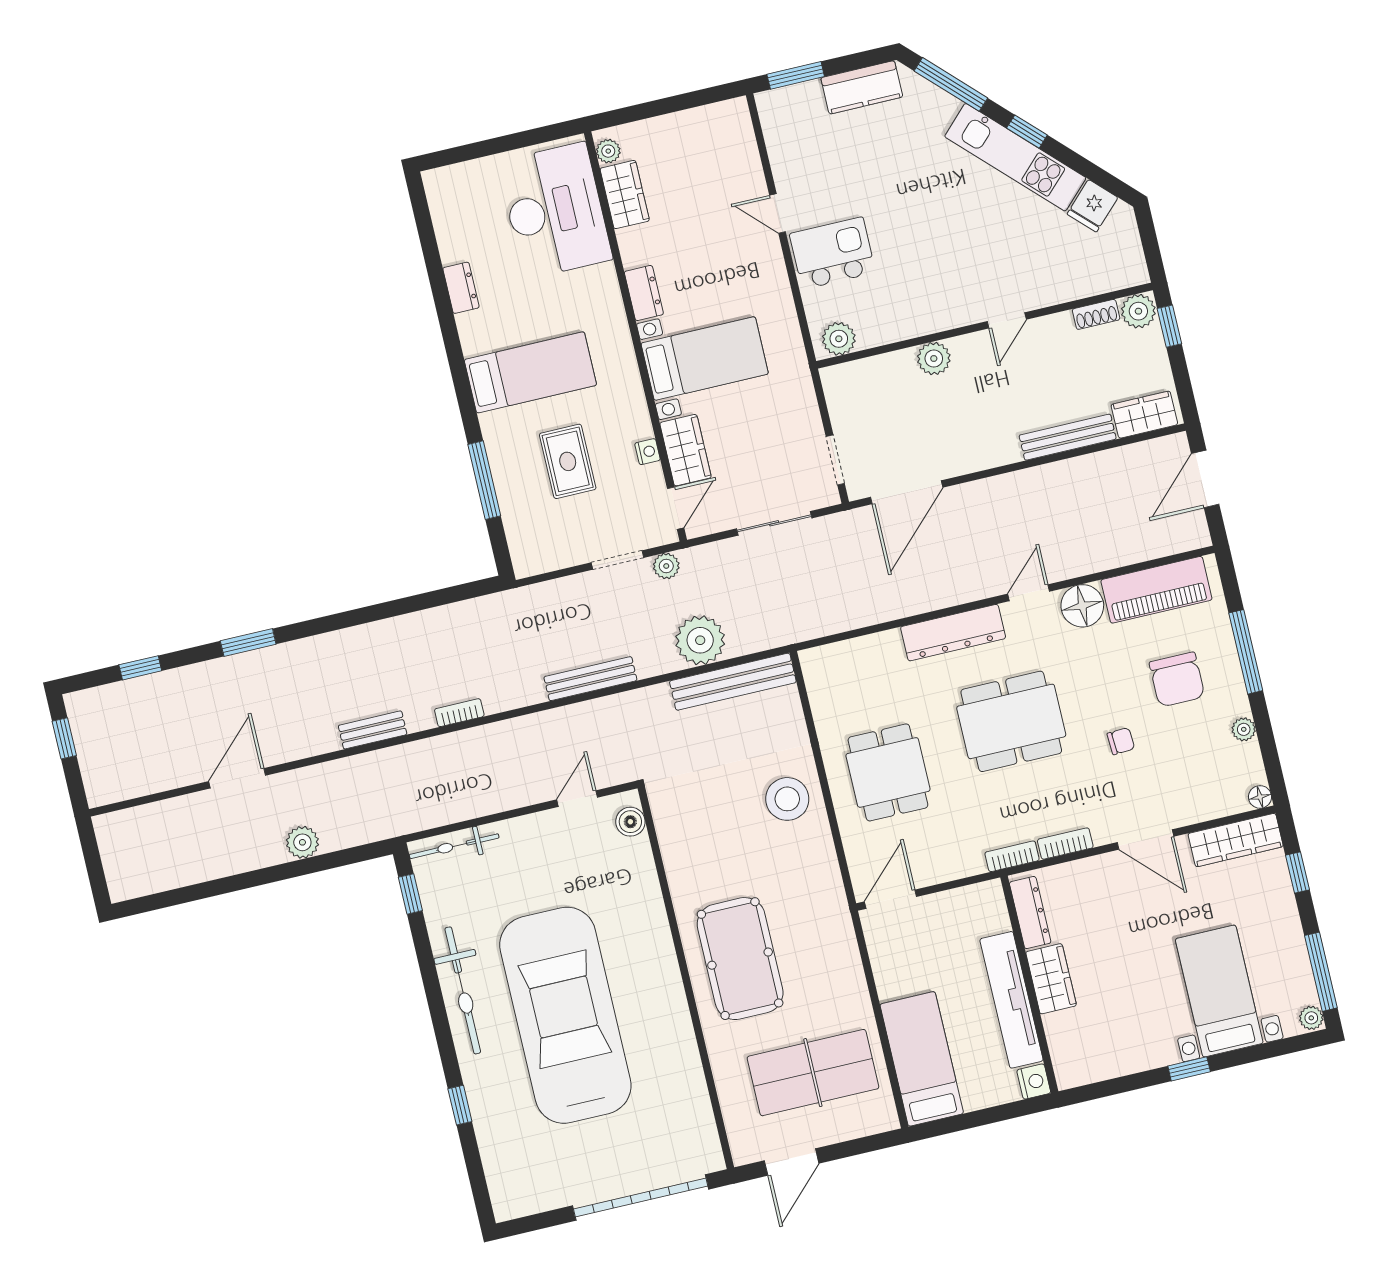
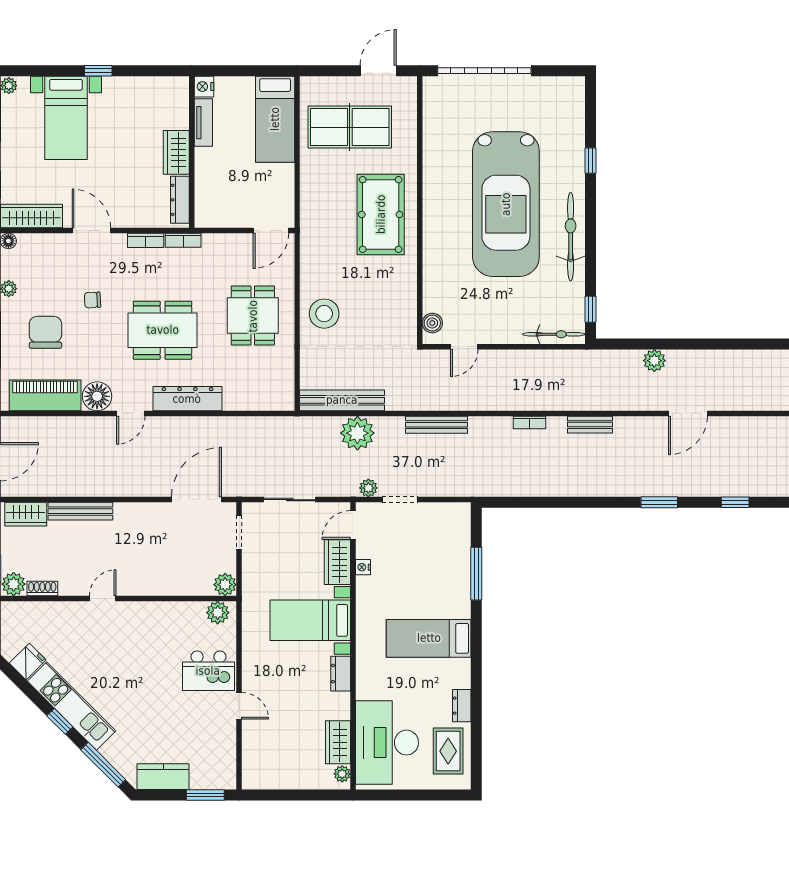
plant: (934, 358) -> (225, 585), moved
rug: (568, 461) -> (448, 751), moved
tv unit: (1011, 1000) -> (203, 123), width x0.52, depth x0.78

